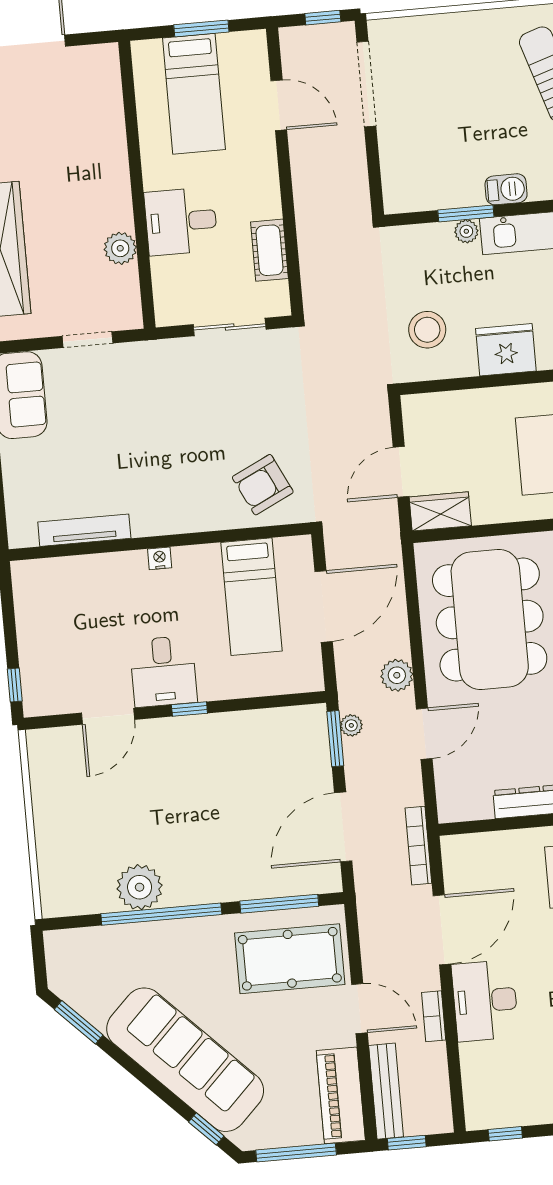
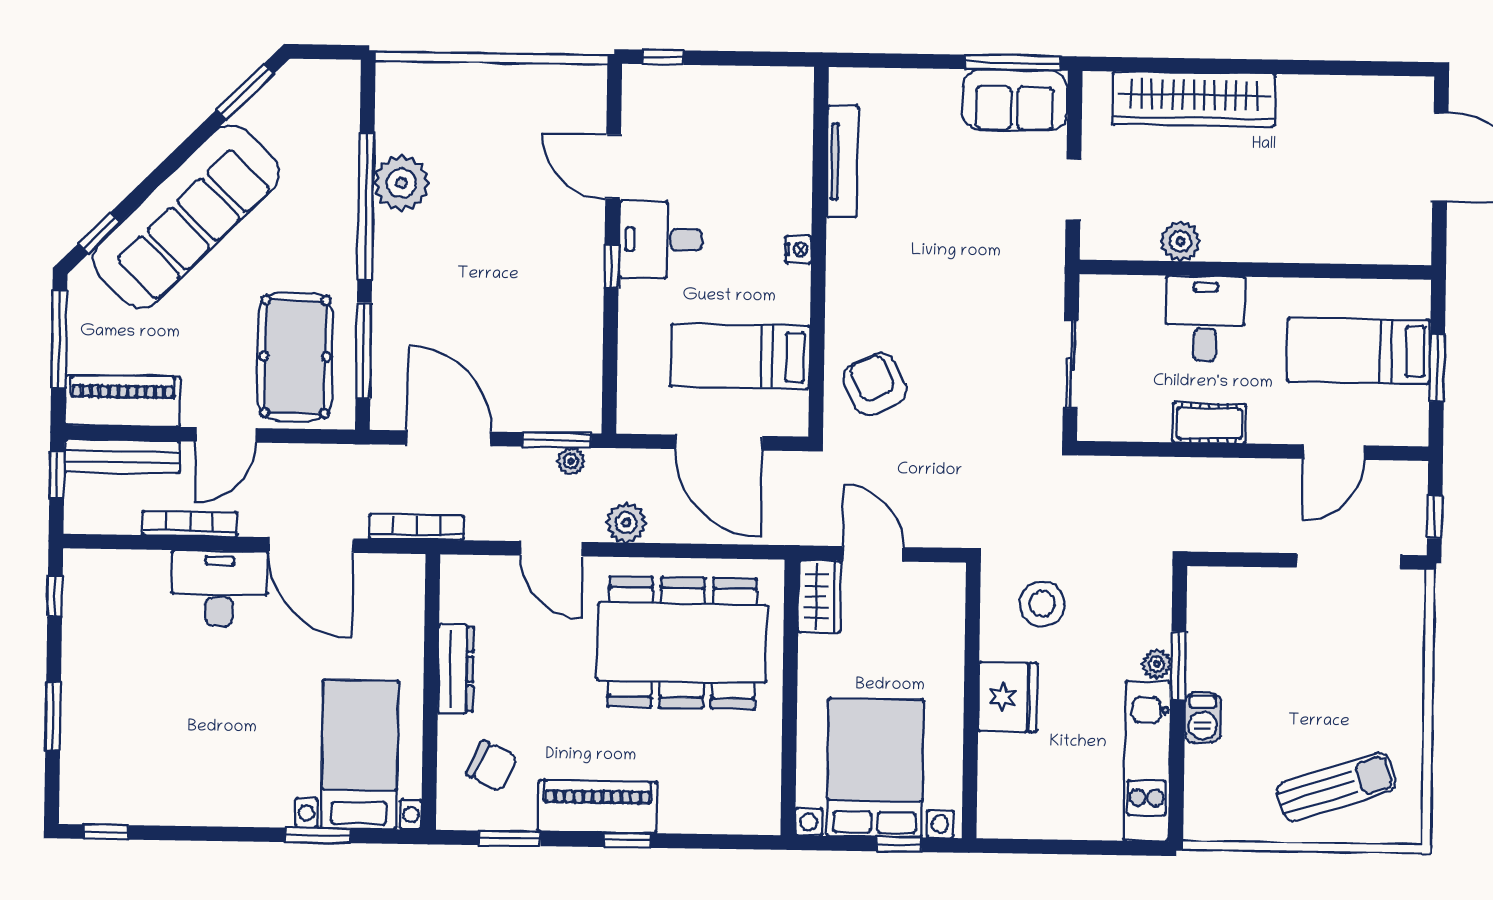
cot: (269, 250) -> (1209, 423), moved
bookcase: (434, 1016) -> (190, 524), width x1.56

